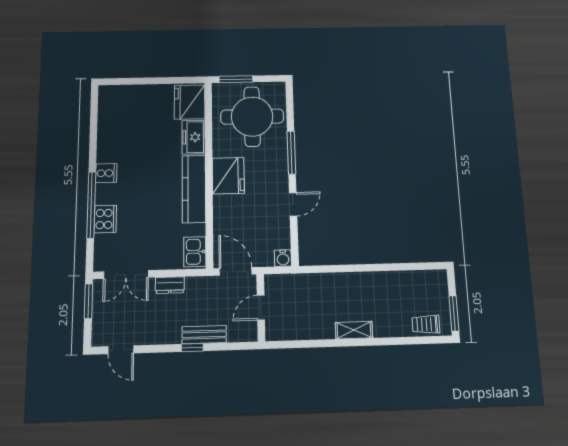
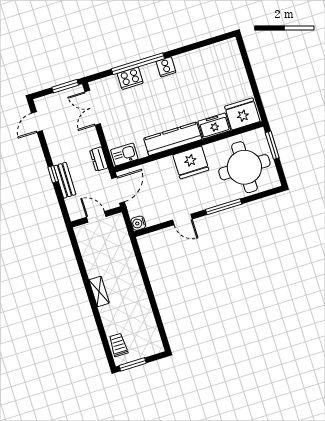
dresser: (170, 285) -> (99, 159), moved

